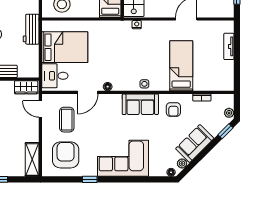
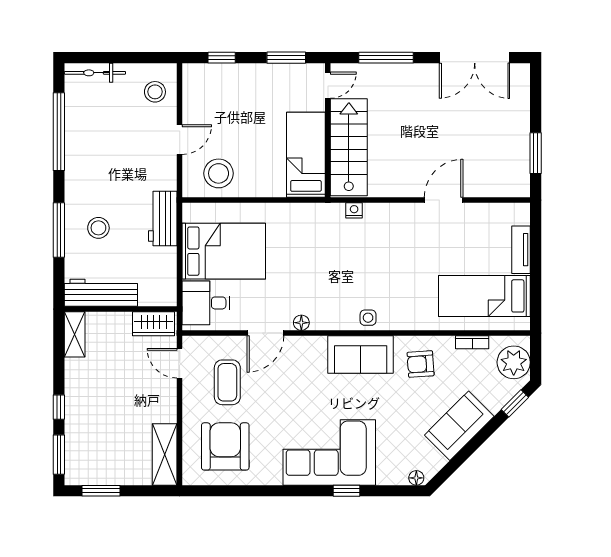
bed: (181, 66) -> (484, 296), moved, turned -90
armchair: (173, 110) -> (421, 364), turned 86
plant: (229, 113) -> (514, 362), width x1.88, depth x1.88
plant: (182, 163) -> (436, 462), removed
window: (90, 179) -> (346, 491), moved

